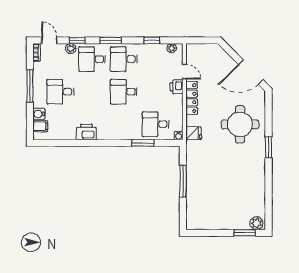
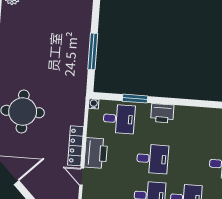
printer: (177, 87) -> (96, 153), width x1.87, depth x1.48
printer: (86, 132) -> (162, 113), moved
fridge: (194, 133) -> (76, 105), removed

